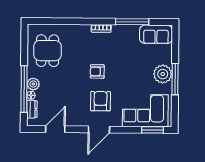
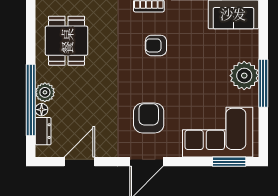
armchair: (97, 71) -> (156, 45), moved

